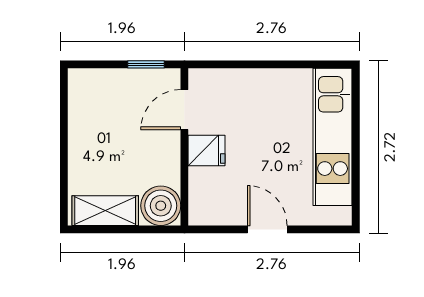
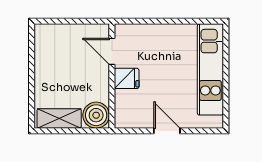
window: (146, 64) -> (86, 21), removed
door: (184, 110) -> (112, 51), hinge flipped

